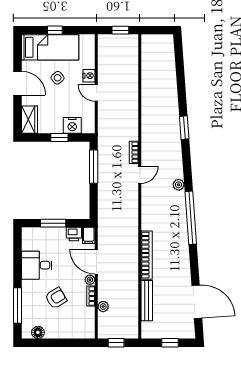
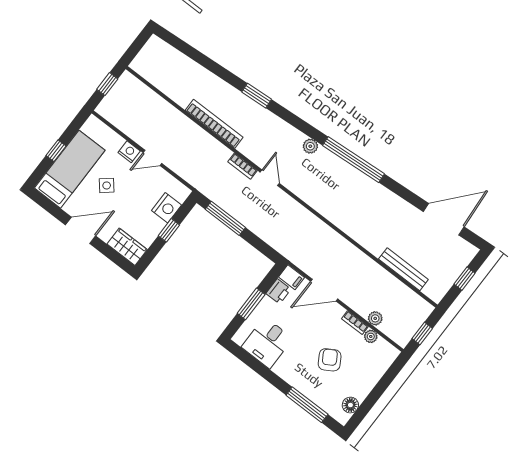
bookcase: (147, 255) -> (214, 124), moved
desk: (37, 265) -> (267, 343), moved
plant: (90, 280) -> (371, 336), moved

